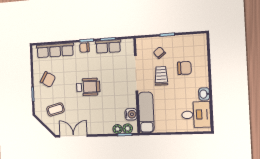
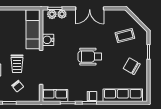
row of seats: (108, 46) -> (55, 96), moved
water cooler: (131, 114) -> (48, 40), moved
double door: (73, 136) -> (90, 8), moved

